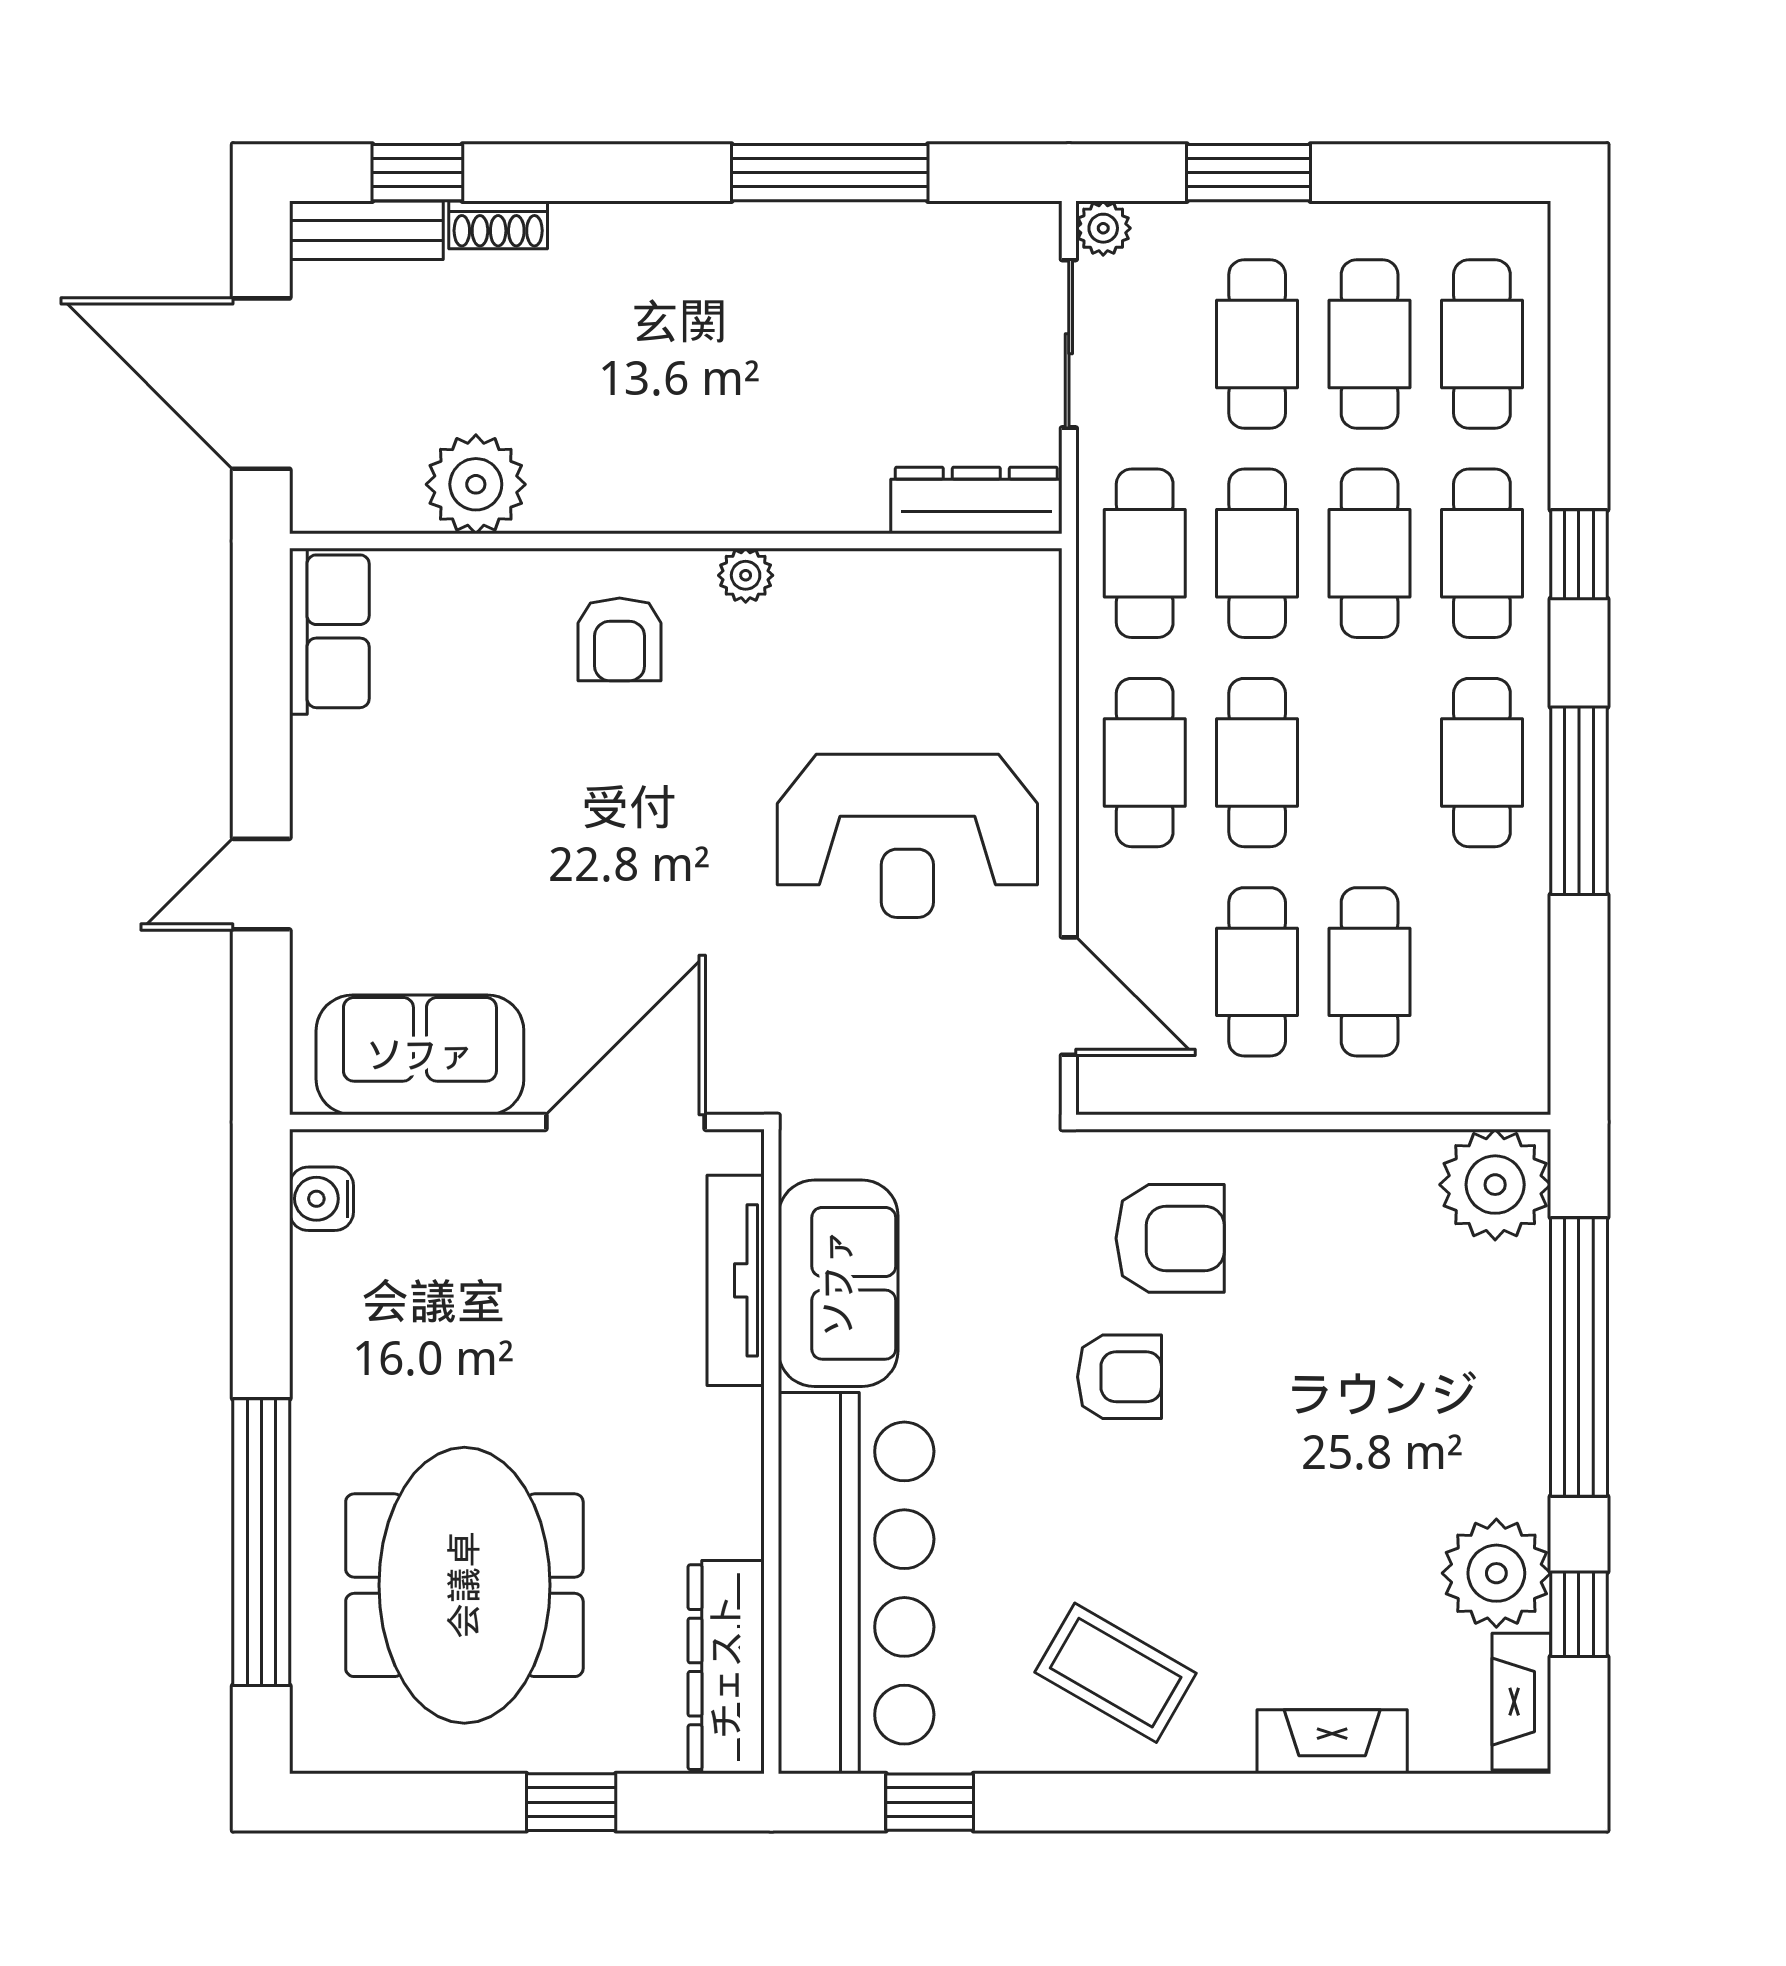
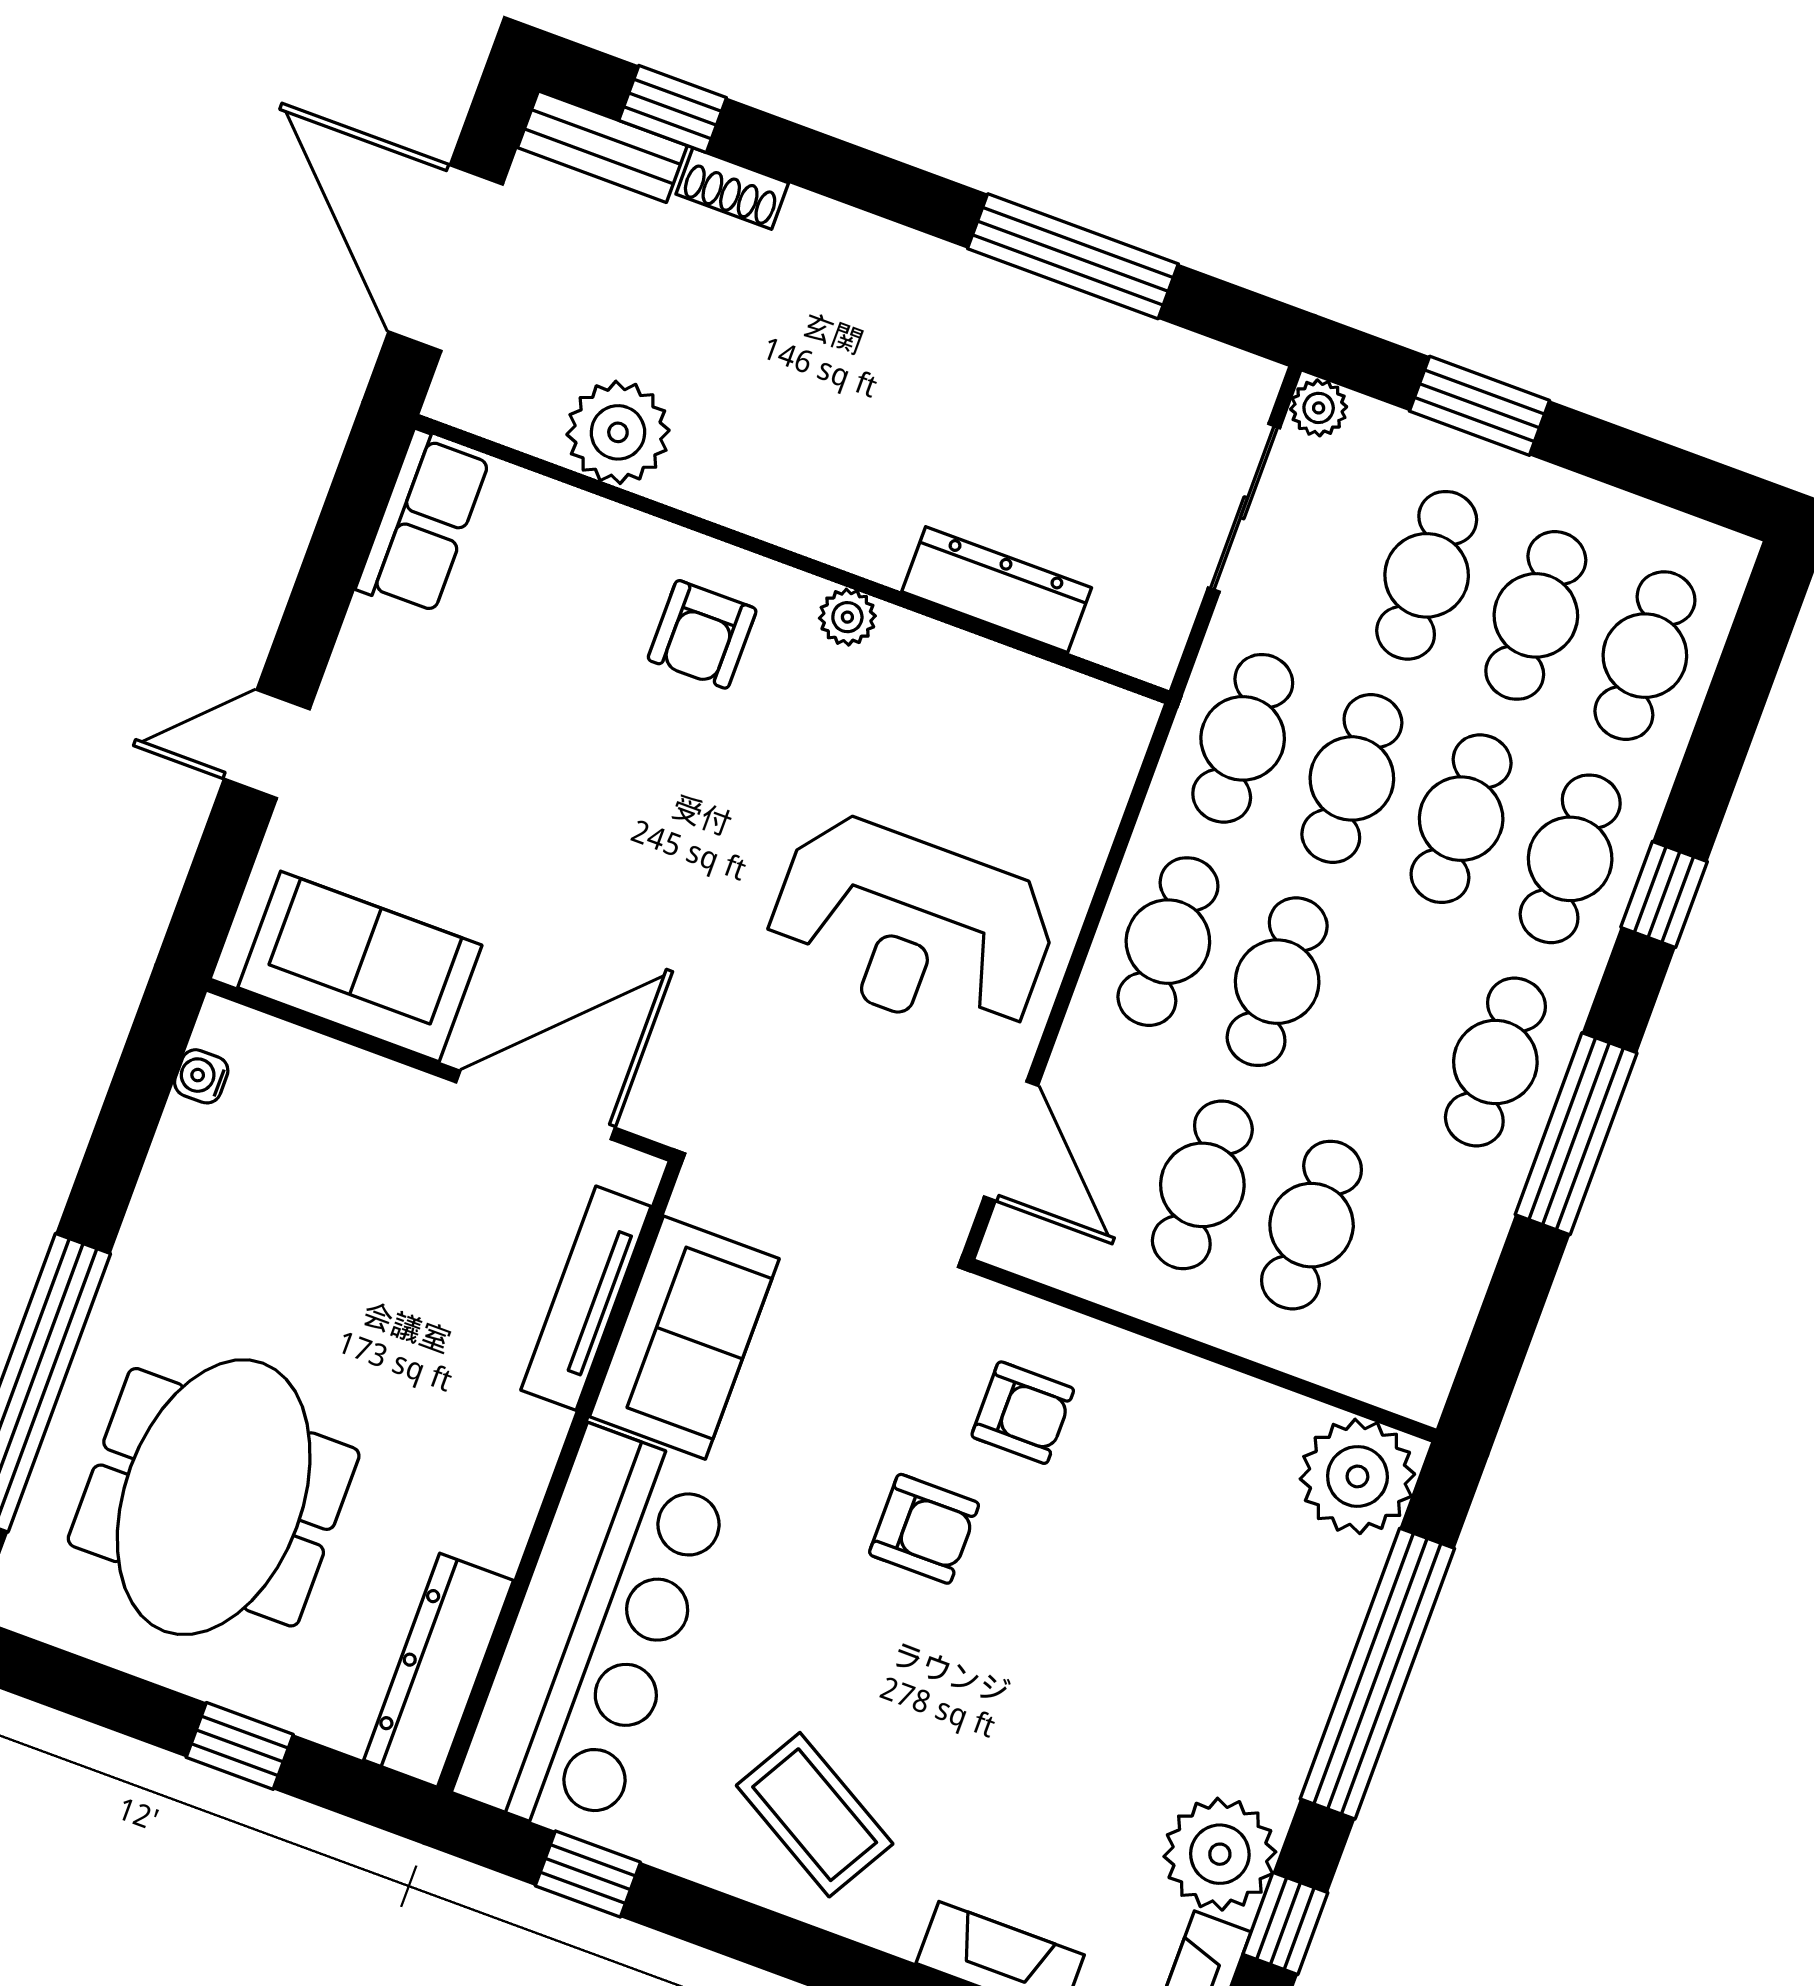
dresser: (976, 500) -> (997, 590), moved
water cooler: (322, 1199) -> (201, 1076), width x0.72, depth x0.72
armchair: (1170, 1238) -> (1023, 1413), width x0.72, depth x0.72

